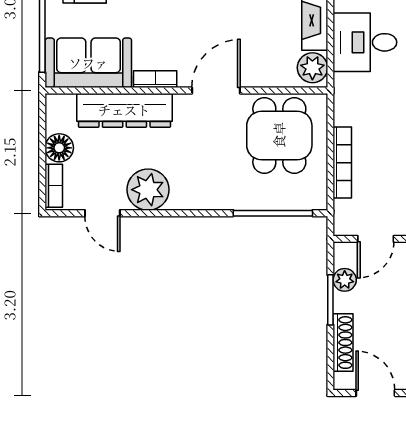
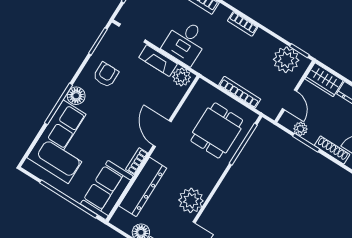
dining table: (279, 135) -> (217, 130), moved, turned 90

